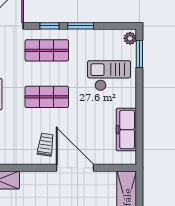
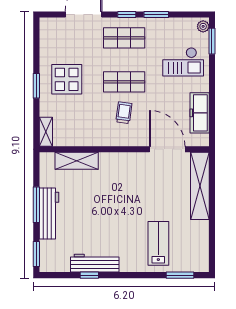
checkout: (109, 76) -> (183, 62), turned 180
trolley: (46, 145) -> (124, 113), moved
door: (75, 168) -> (167, 149), moved

